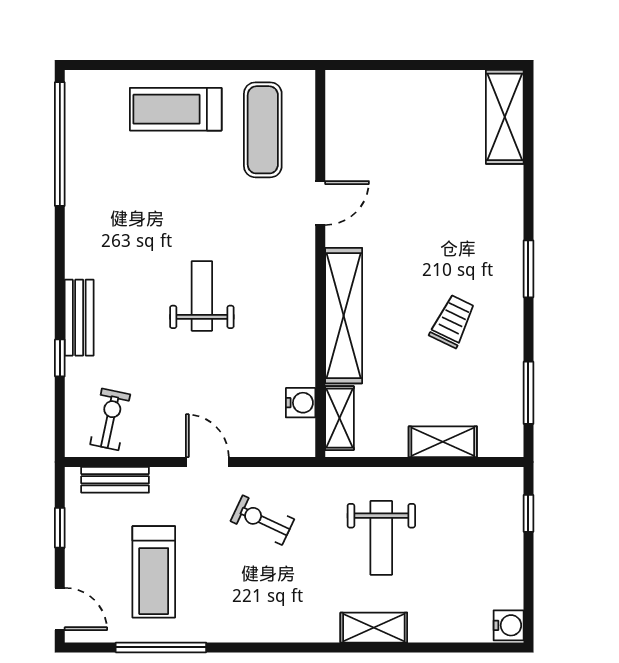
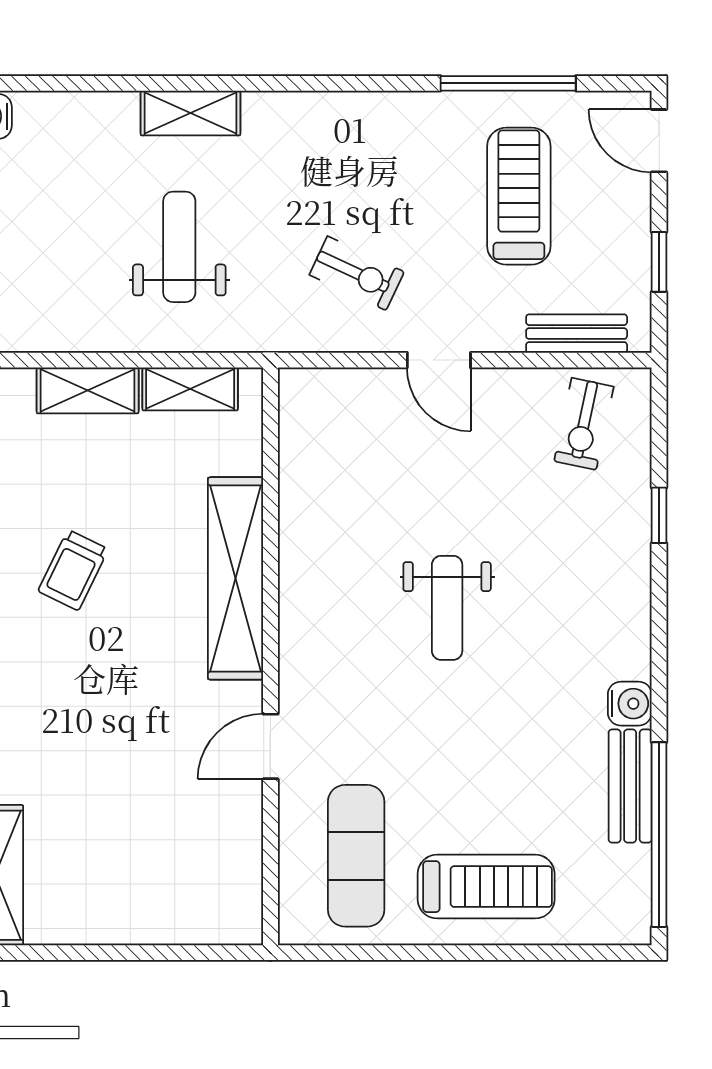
bench: (79, 318) -> (630, 786), moved
water cooler: (301, 403) -> (630, 704), moved, turned 180
shelving: (339, 418) -> (190, 389), moved, turned 90

